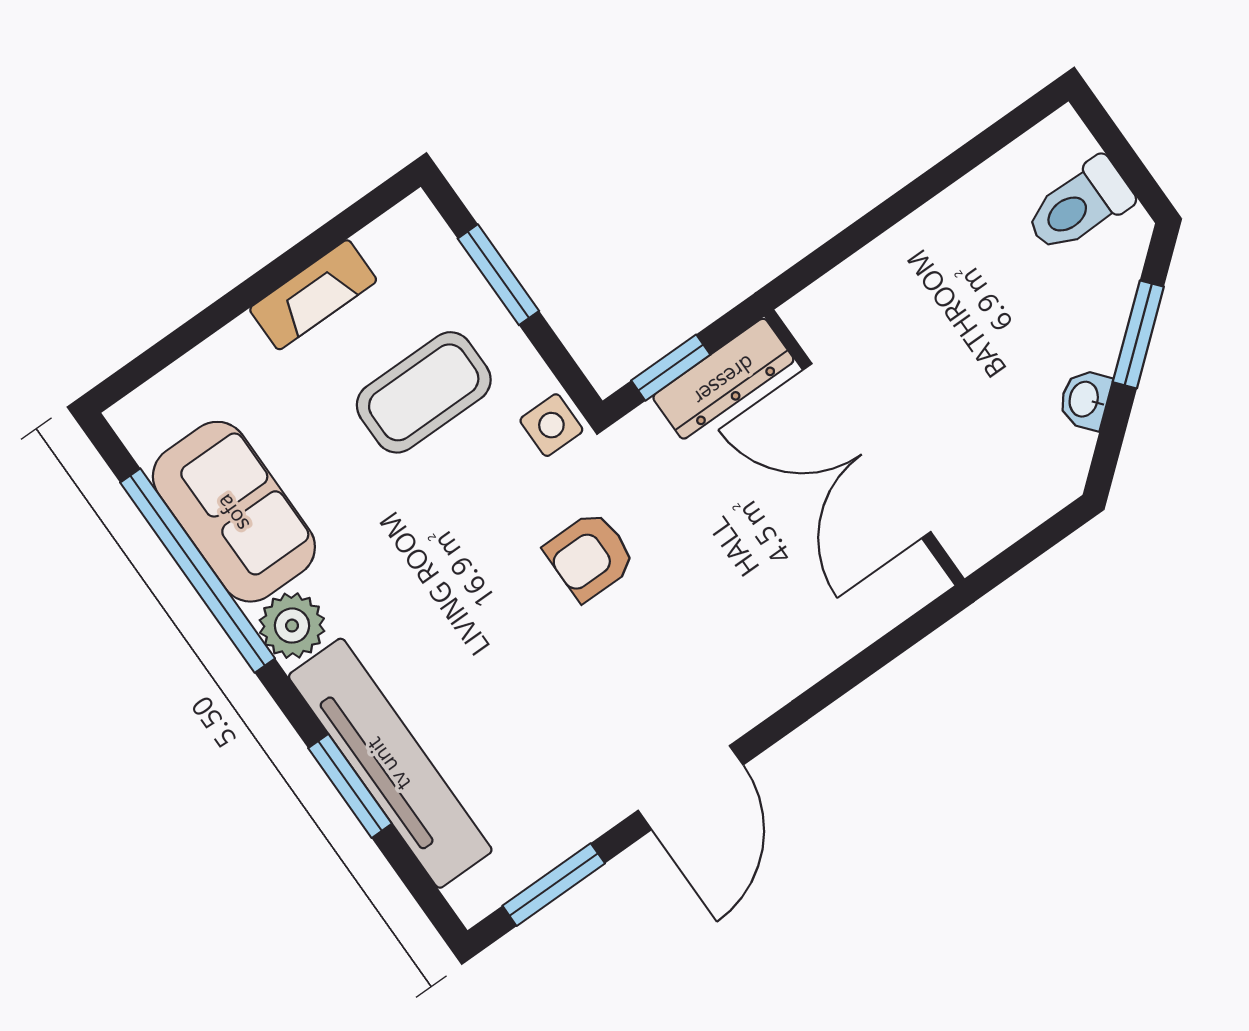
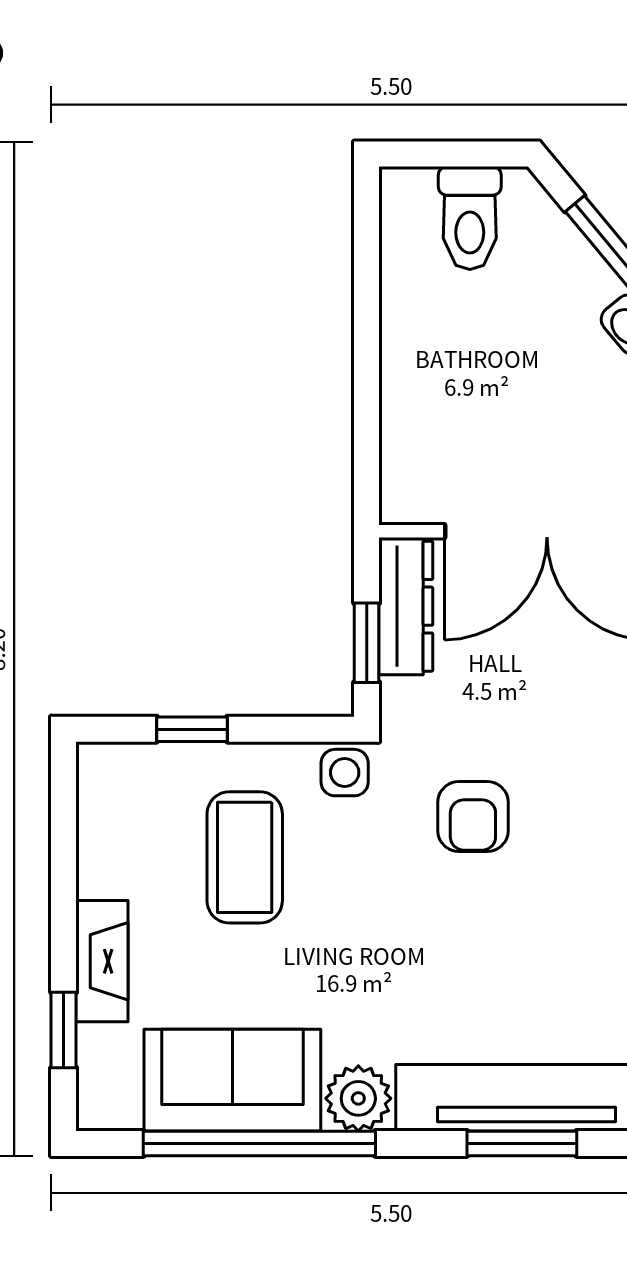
window: (498, 275) -> (192, 729), width x0.67
fireplace: (313, 295) -> (102, 961), moved
window: (177, 344) -> (64, 1030), added

